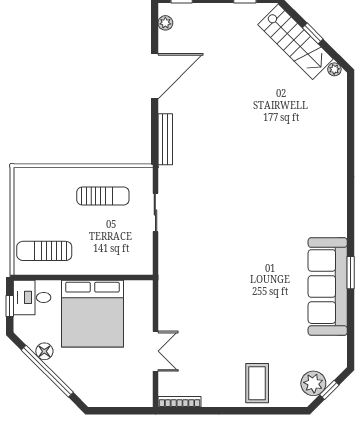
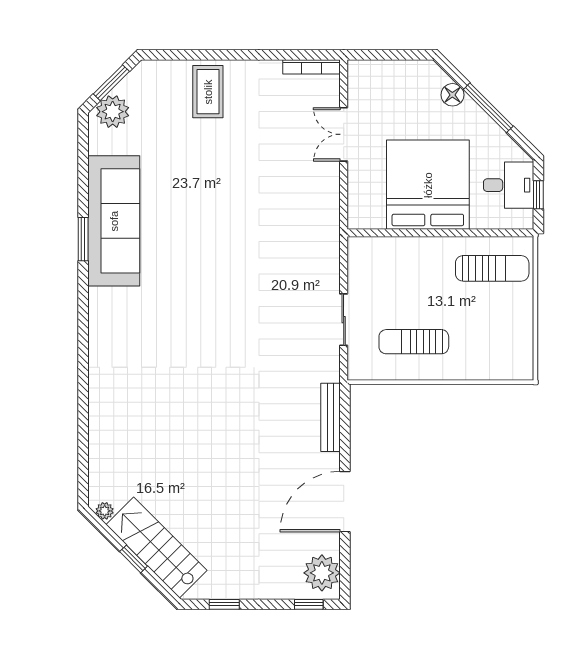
plant: (165, 23) -> (322, 573), width x1.87, depth x1.87
desk: (32, 297) -> (509, 185), moved
floor lamp: (44, 351) -> (452, 95), moved
window: (47, 371) -> (488, 108), width x0.68
plant: (313, 383) -> (113, 112), moved
window: (329, 390) -> (111, 83), width x1.50

